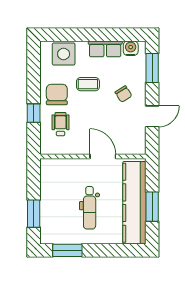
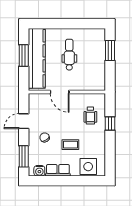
chair: (57, 94) -> (93, 137), removed
window: (67, 250) -> (85, 24), removed

